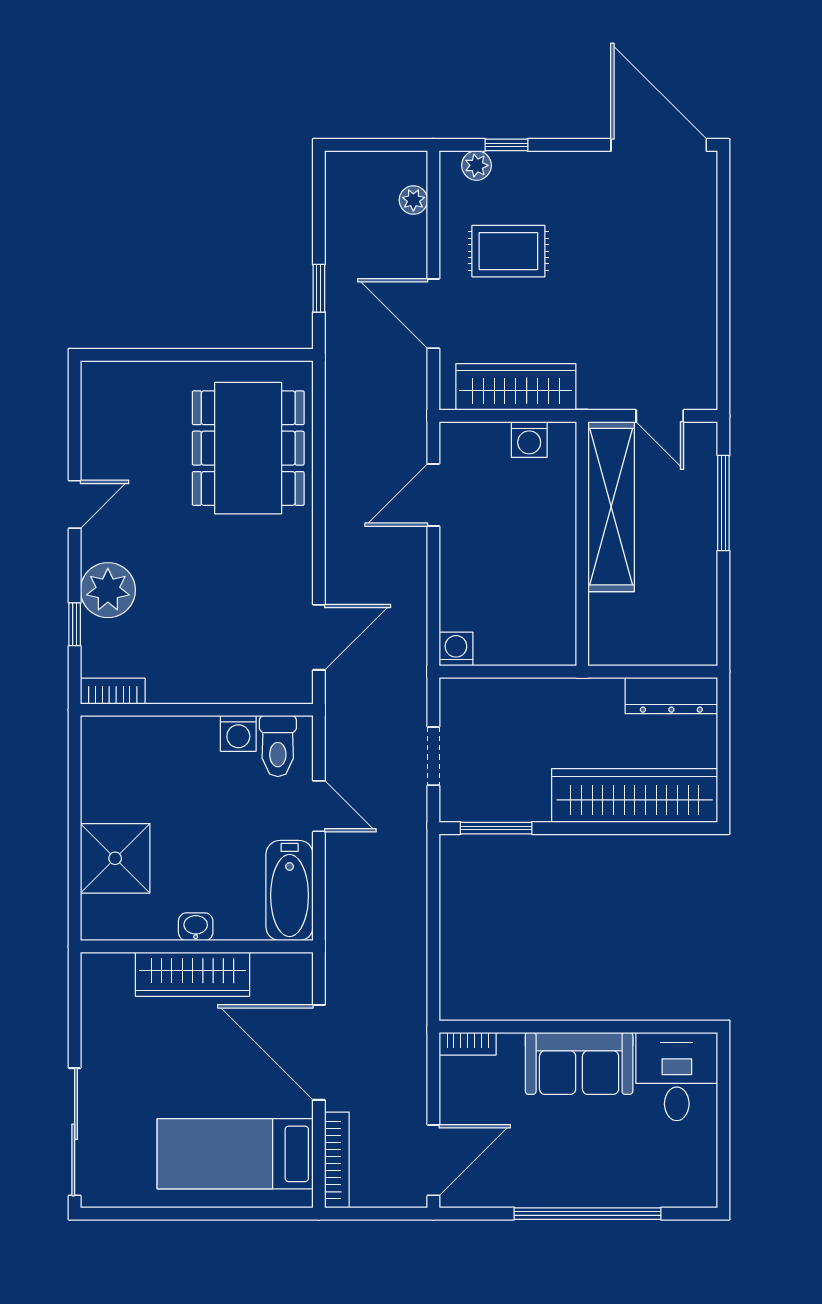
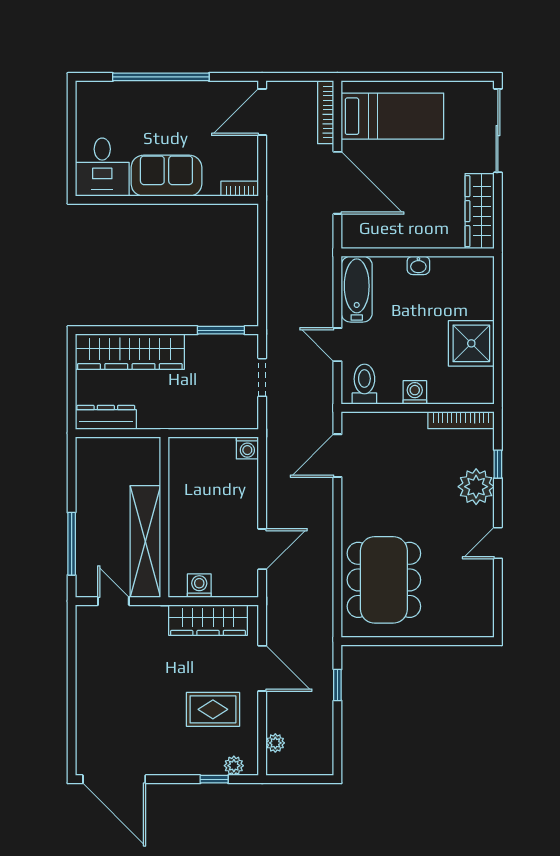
bookcase: (113, 691) -> (461, 420), width x1.56
washing machine: (238, 733) -> (415, 392), moved
shower: (115, 858) -> (471, 343), moved
wardrobe: (193, 974) -> (480, 211), moved, turned -90

